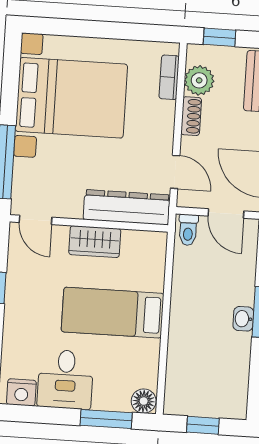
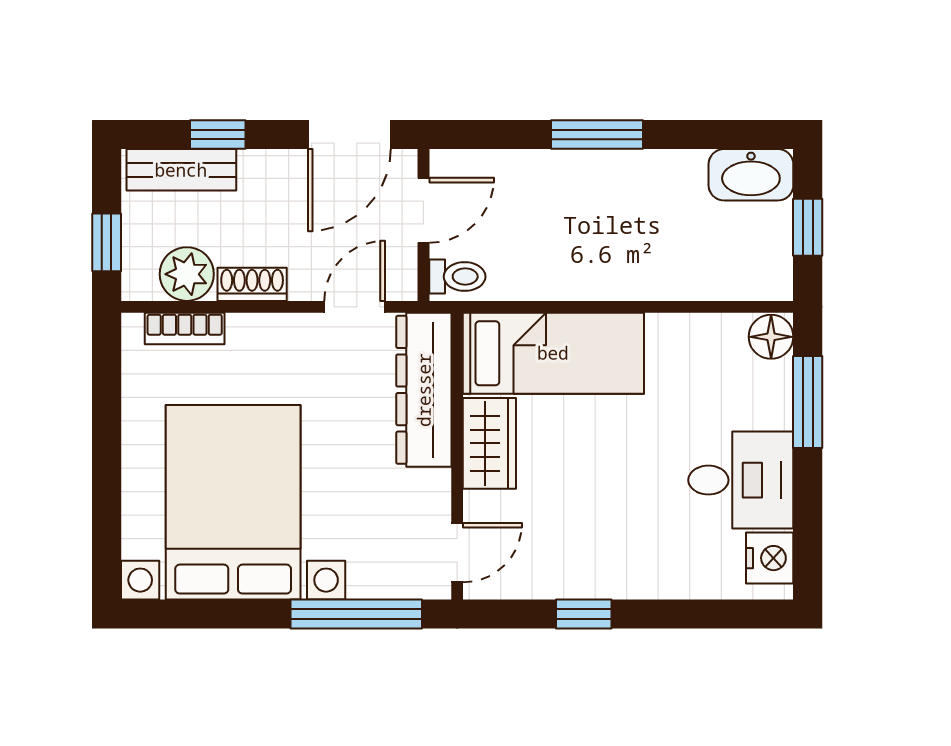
bed: (113, 313) -> (553, 353), moved, turned -90
washbasin: (243, 319) -> (751, 175), moved, width x1.91, depth x1.45

